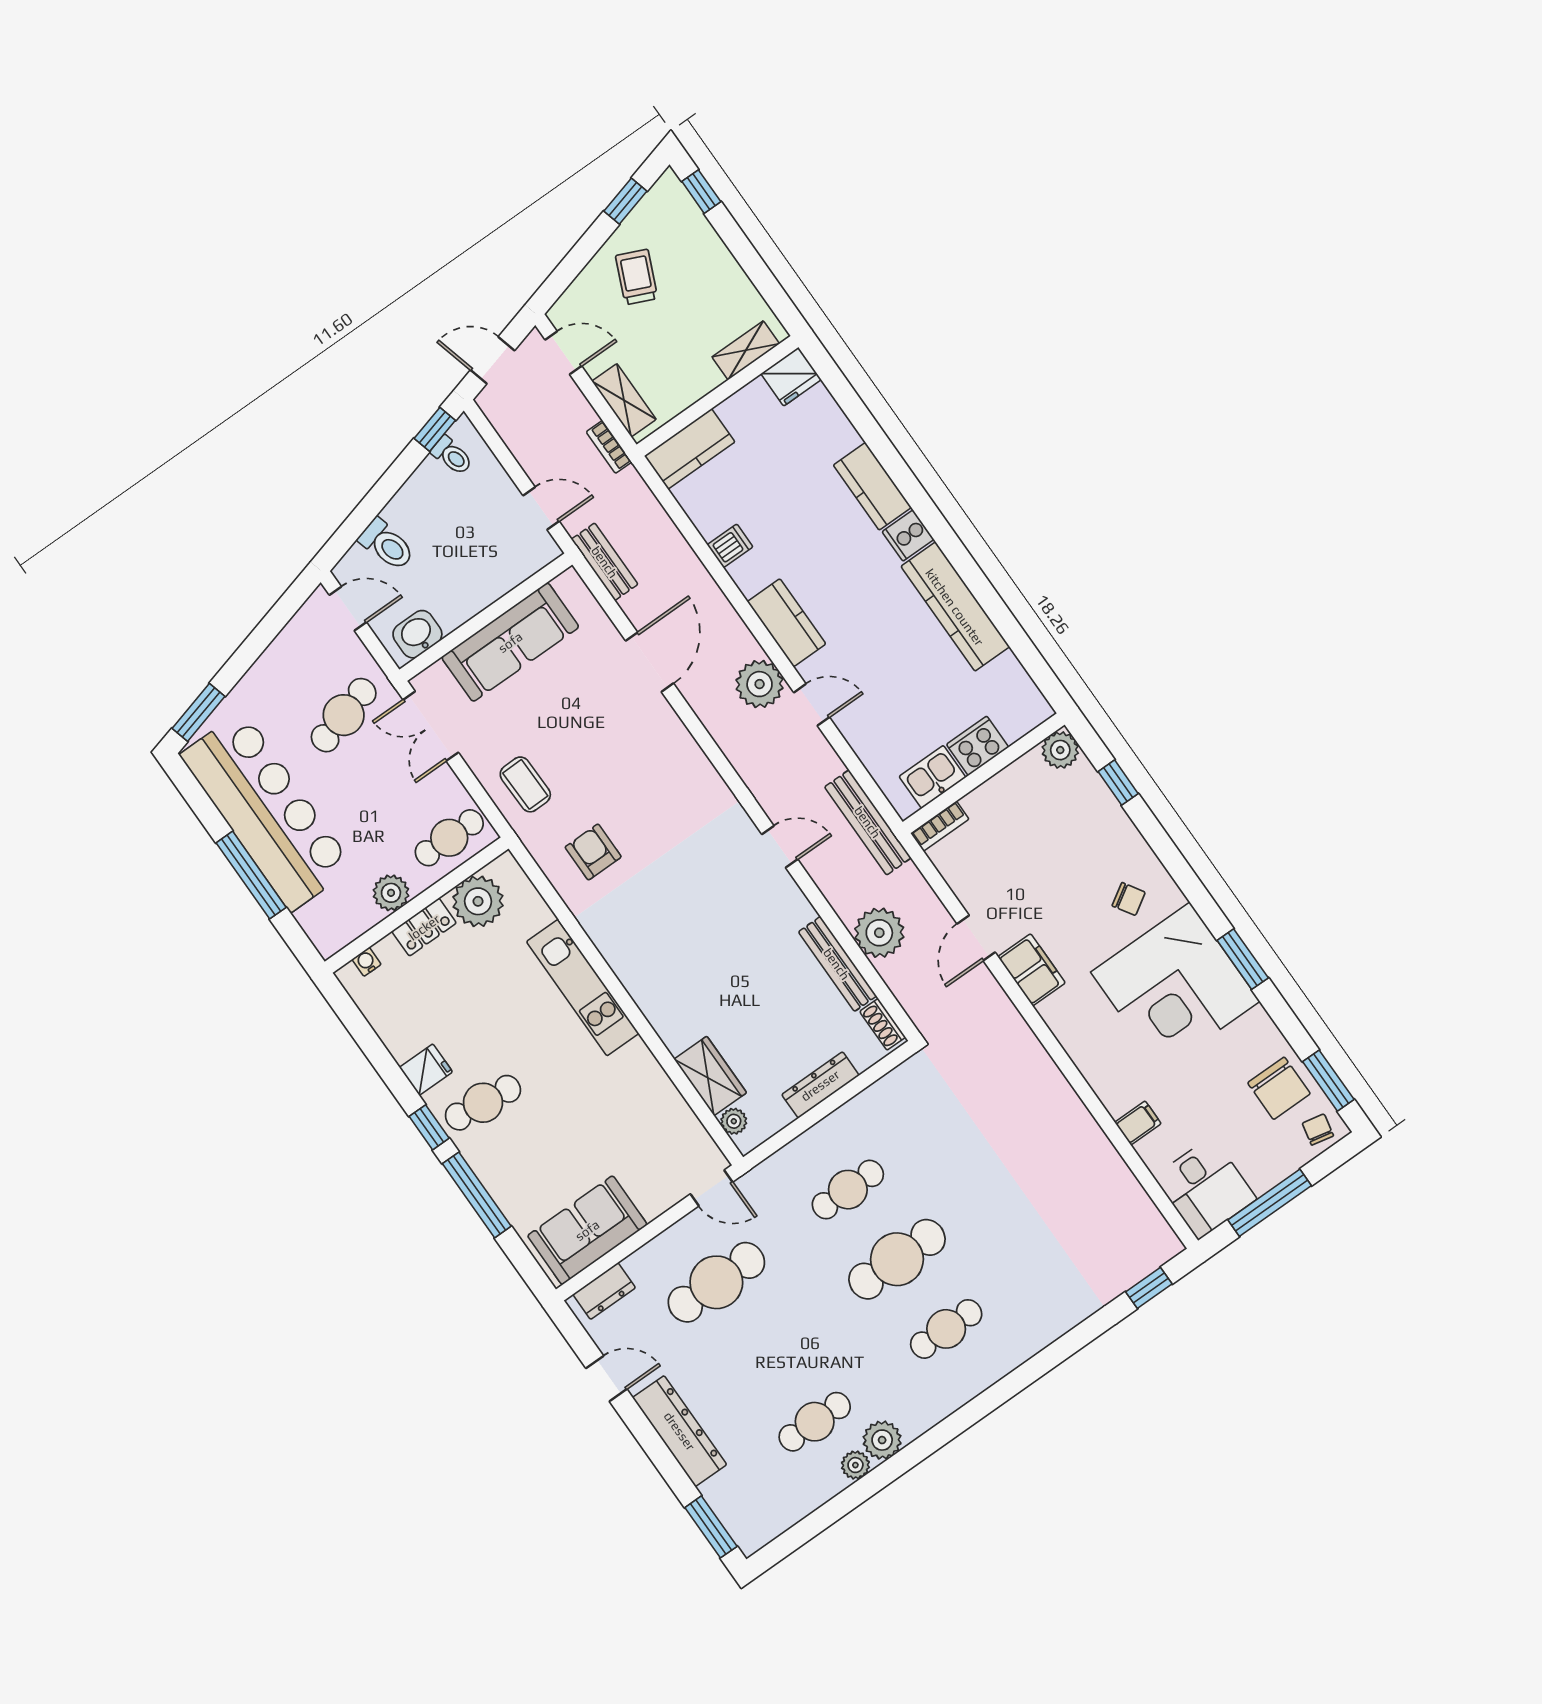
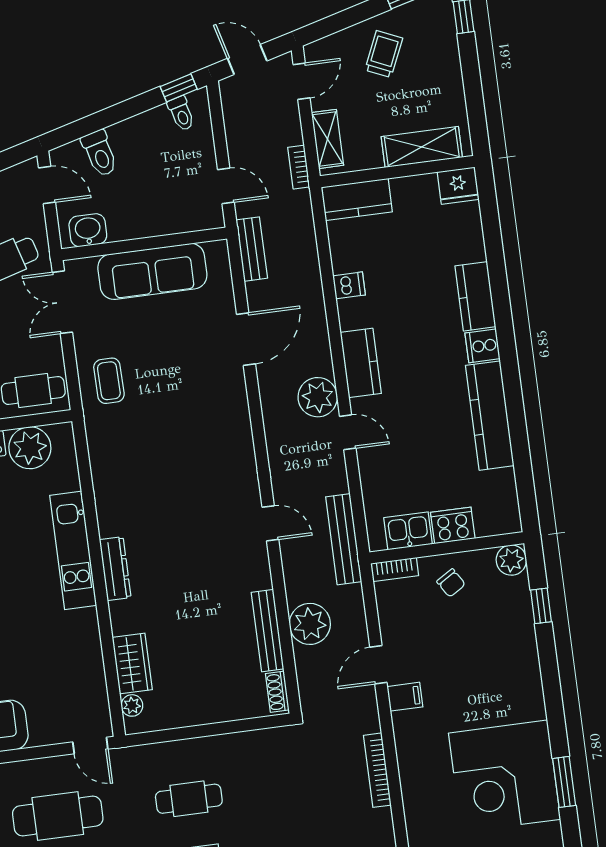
shelving: (746, 350) -> (422, 147), width x1.50, depth x1.33
door: (563, 353) -> (302, 81), hinge flipped
armchair: (593, 852) -> (132, 456), removed
chair: (1129, 899) -> (451, 583), moved
filing cabinet: (1032, 970) -> (405, 697), width x0.50
bookcase: (1035, 1052) -> (377, 770), added
dresser: (820, 1085) -> (115, 569), moved, turned 90

